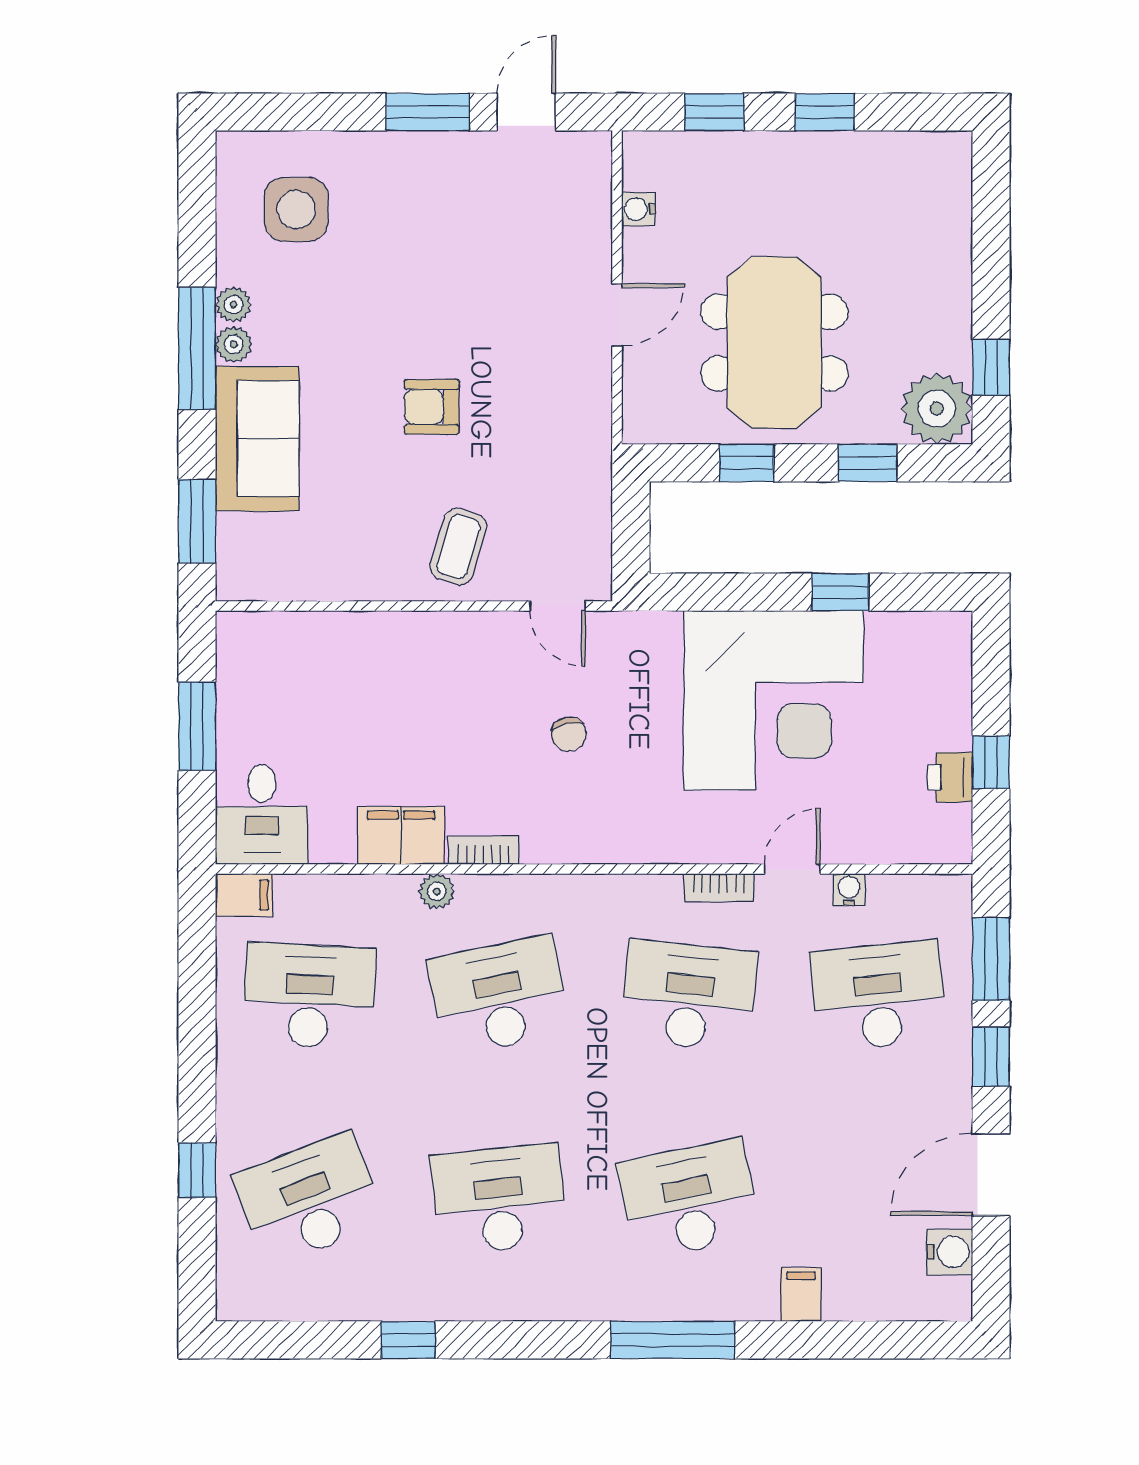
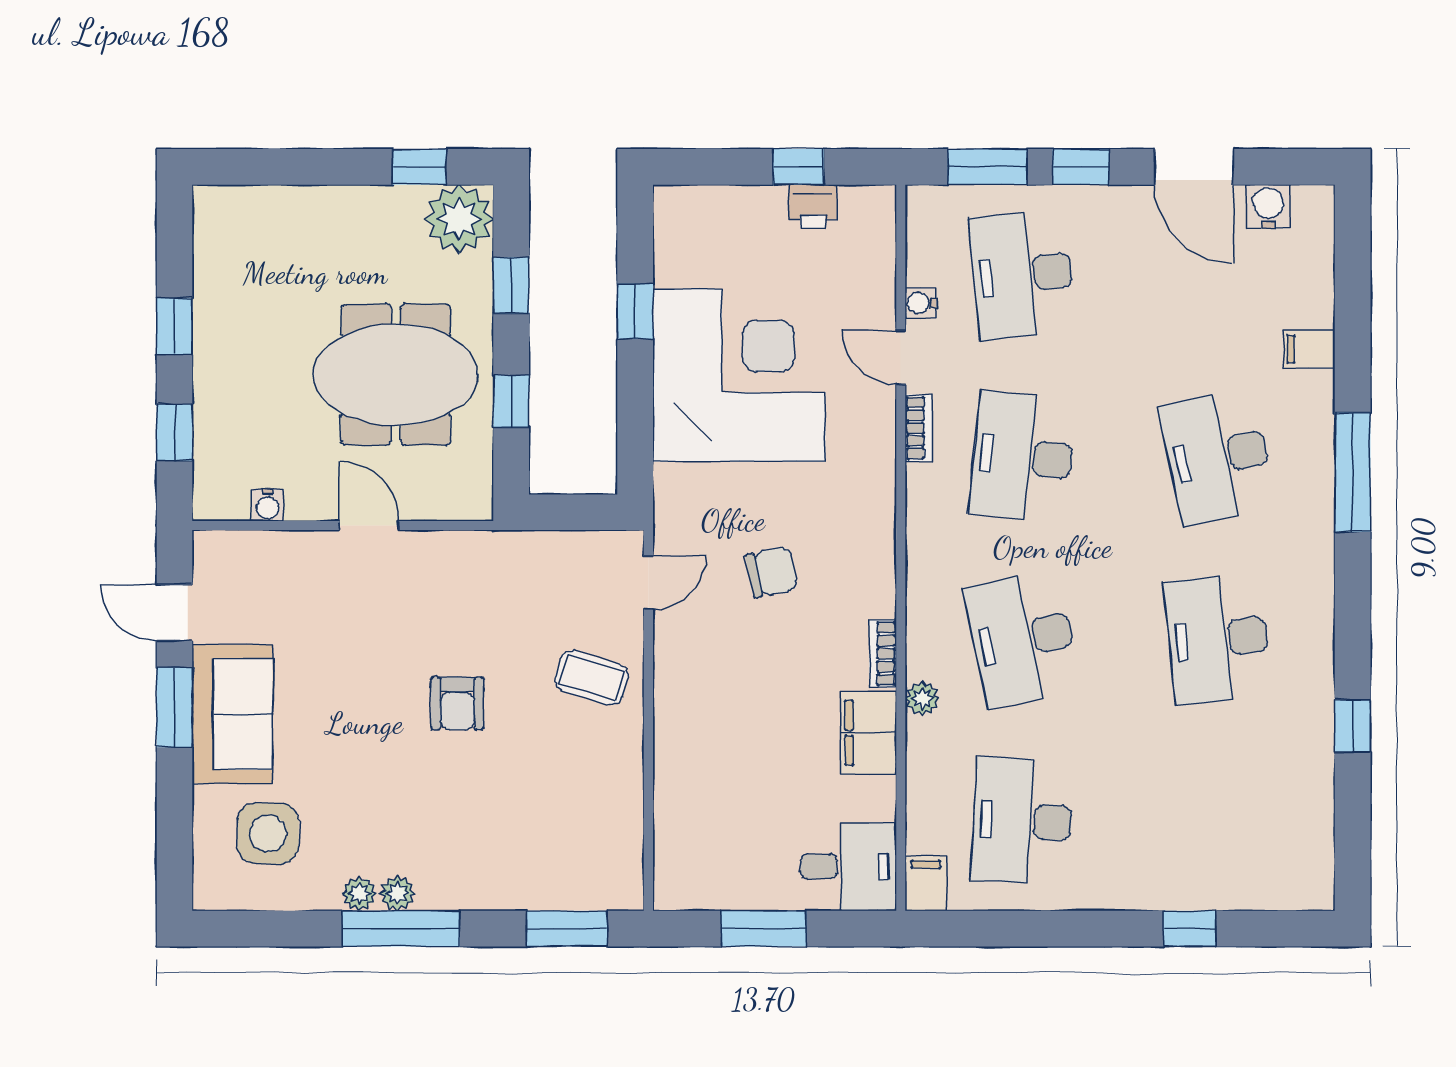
sofa: (257, 439) -> (232, 714), moved, turned 90
chair: (569, 734) -> (771, 572), width x1.37, depth x1.37
desk: (309, 1199) -> (1218, 821), removed

